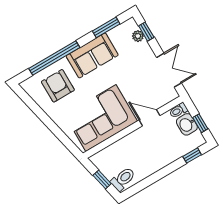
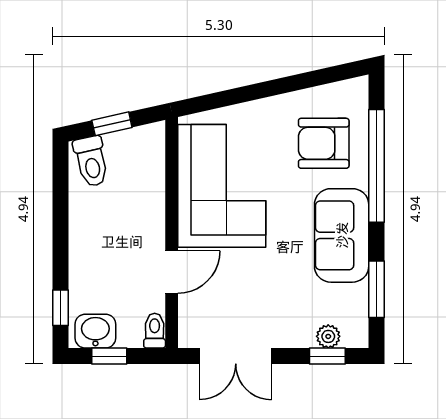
armchair: (58, 86) -> (324, 143), turned 180
washbasin: (187, 124) -> (95, 331), moved

